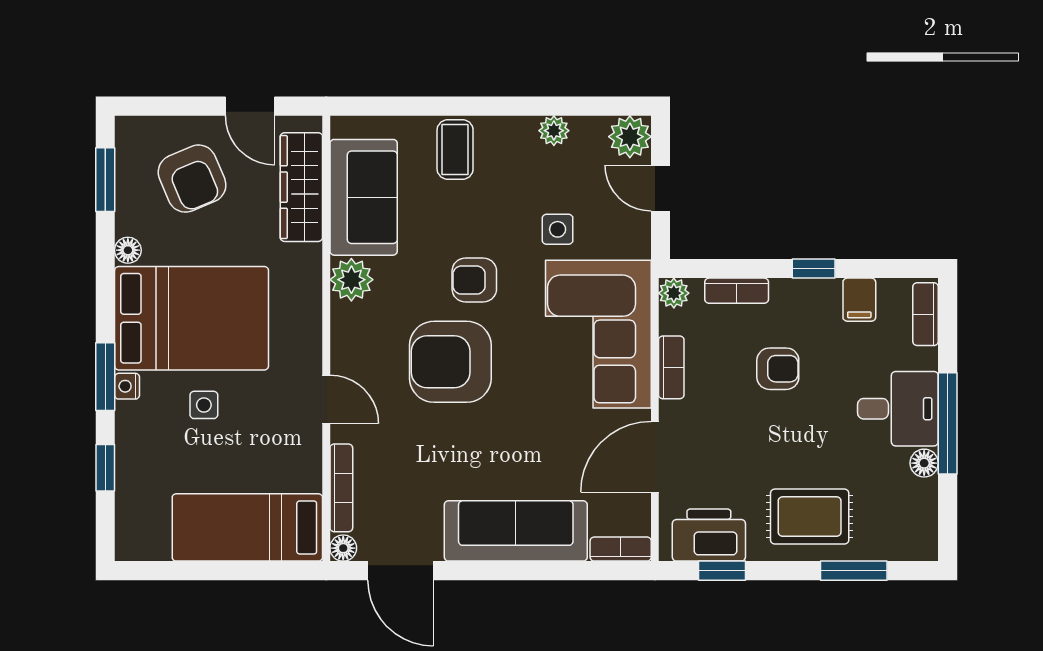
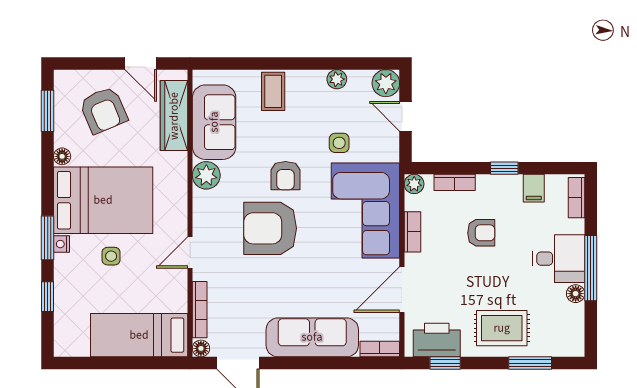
armchair: (474, 280) -> (285, 176), turned -90
door: (326, 399) -> (190, 253), swing flipped

